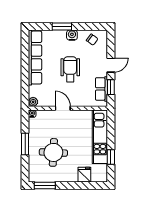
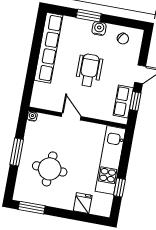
plant: (33, 102) -> (36, 102), removed

